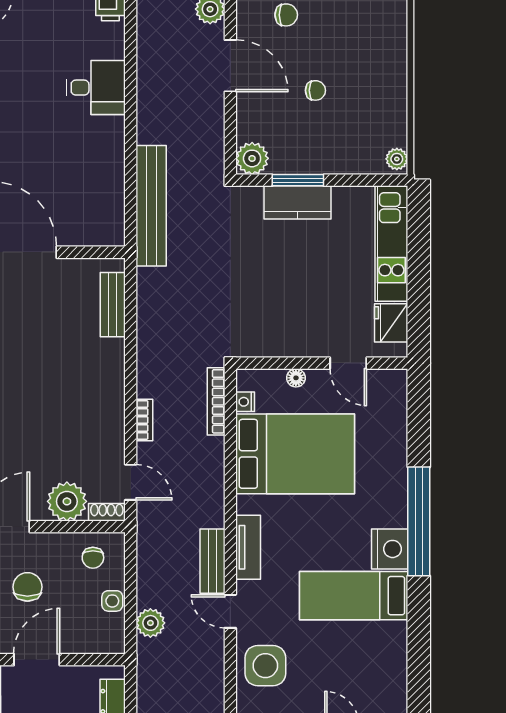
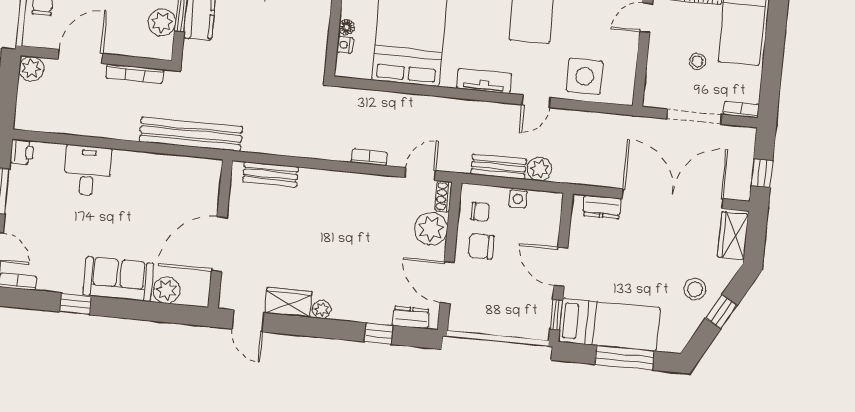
plant: (252, 158) -> (162, 22), moved
bookcase: (216, 401) -> (135, 74), moved
nightstand: (245, 402) -> (345, 45), moved, turned 90
bench: (212, 561) -> (499, 167), moved
chair: (27, 587) -> (481, 246), moved

